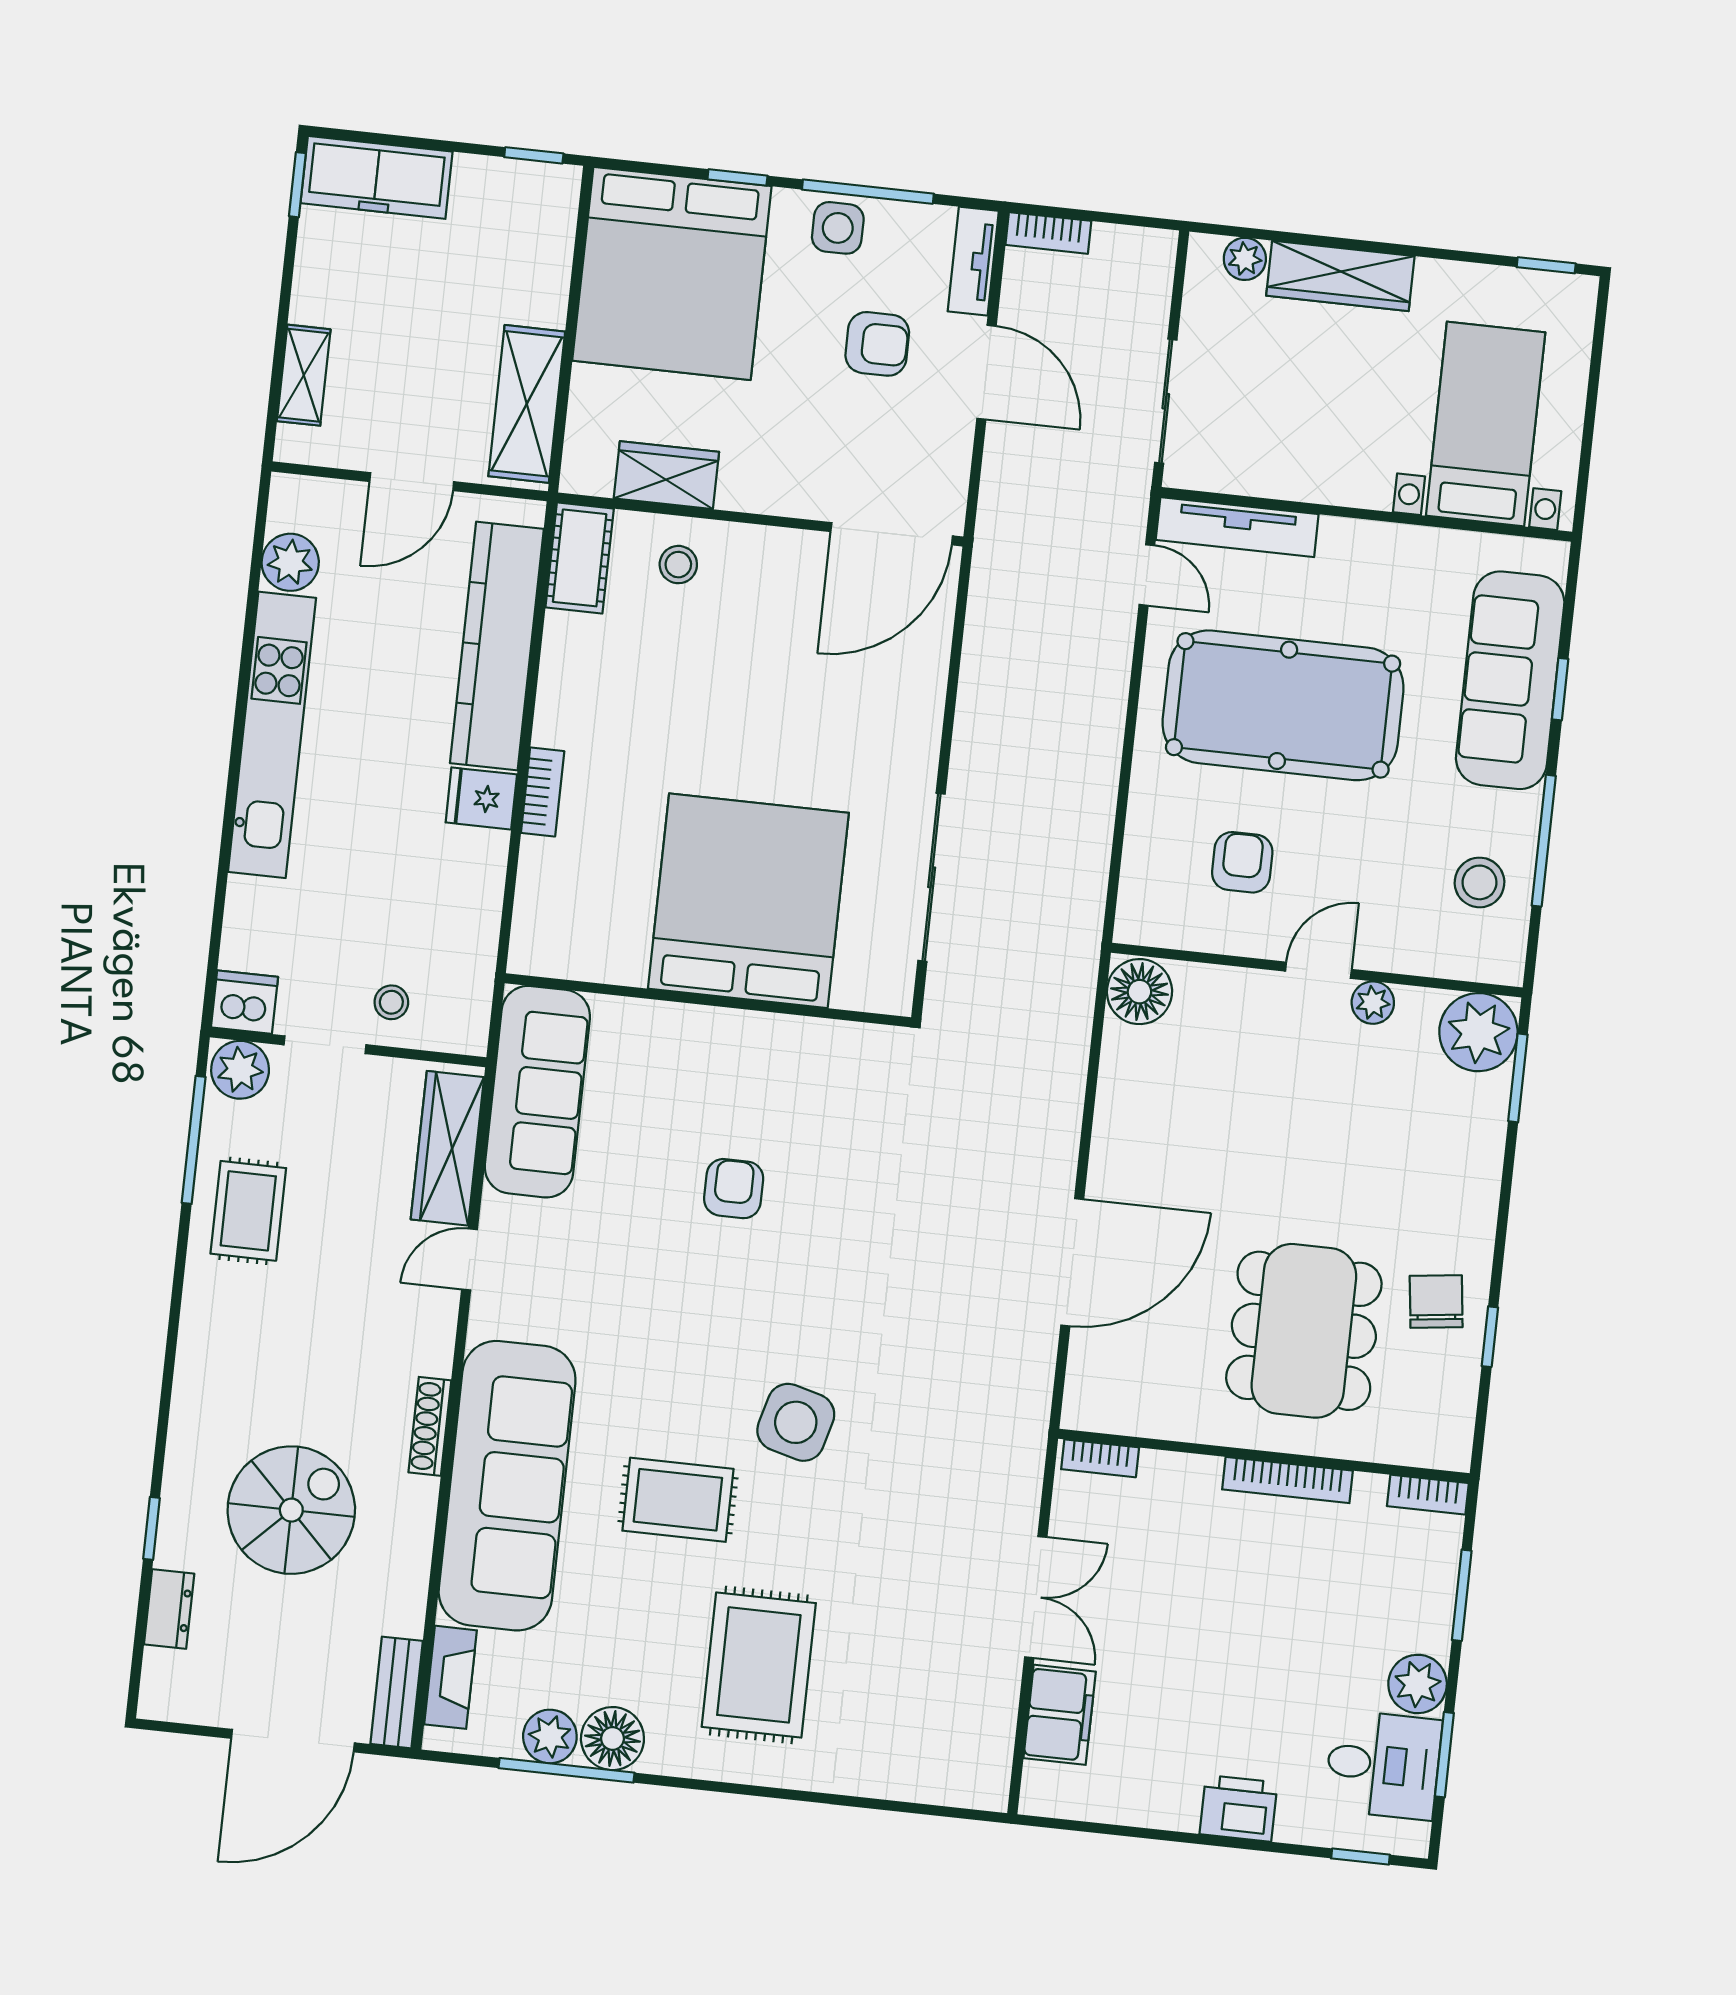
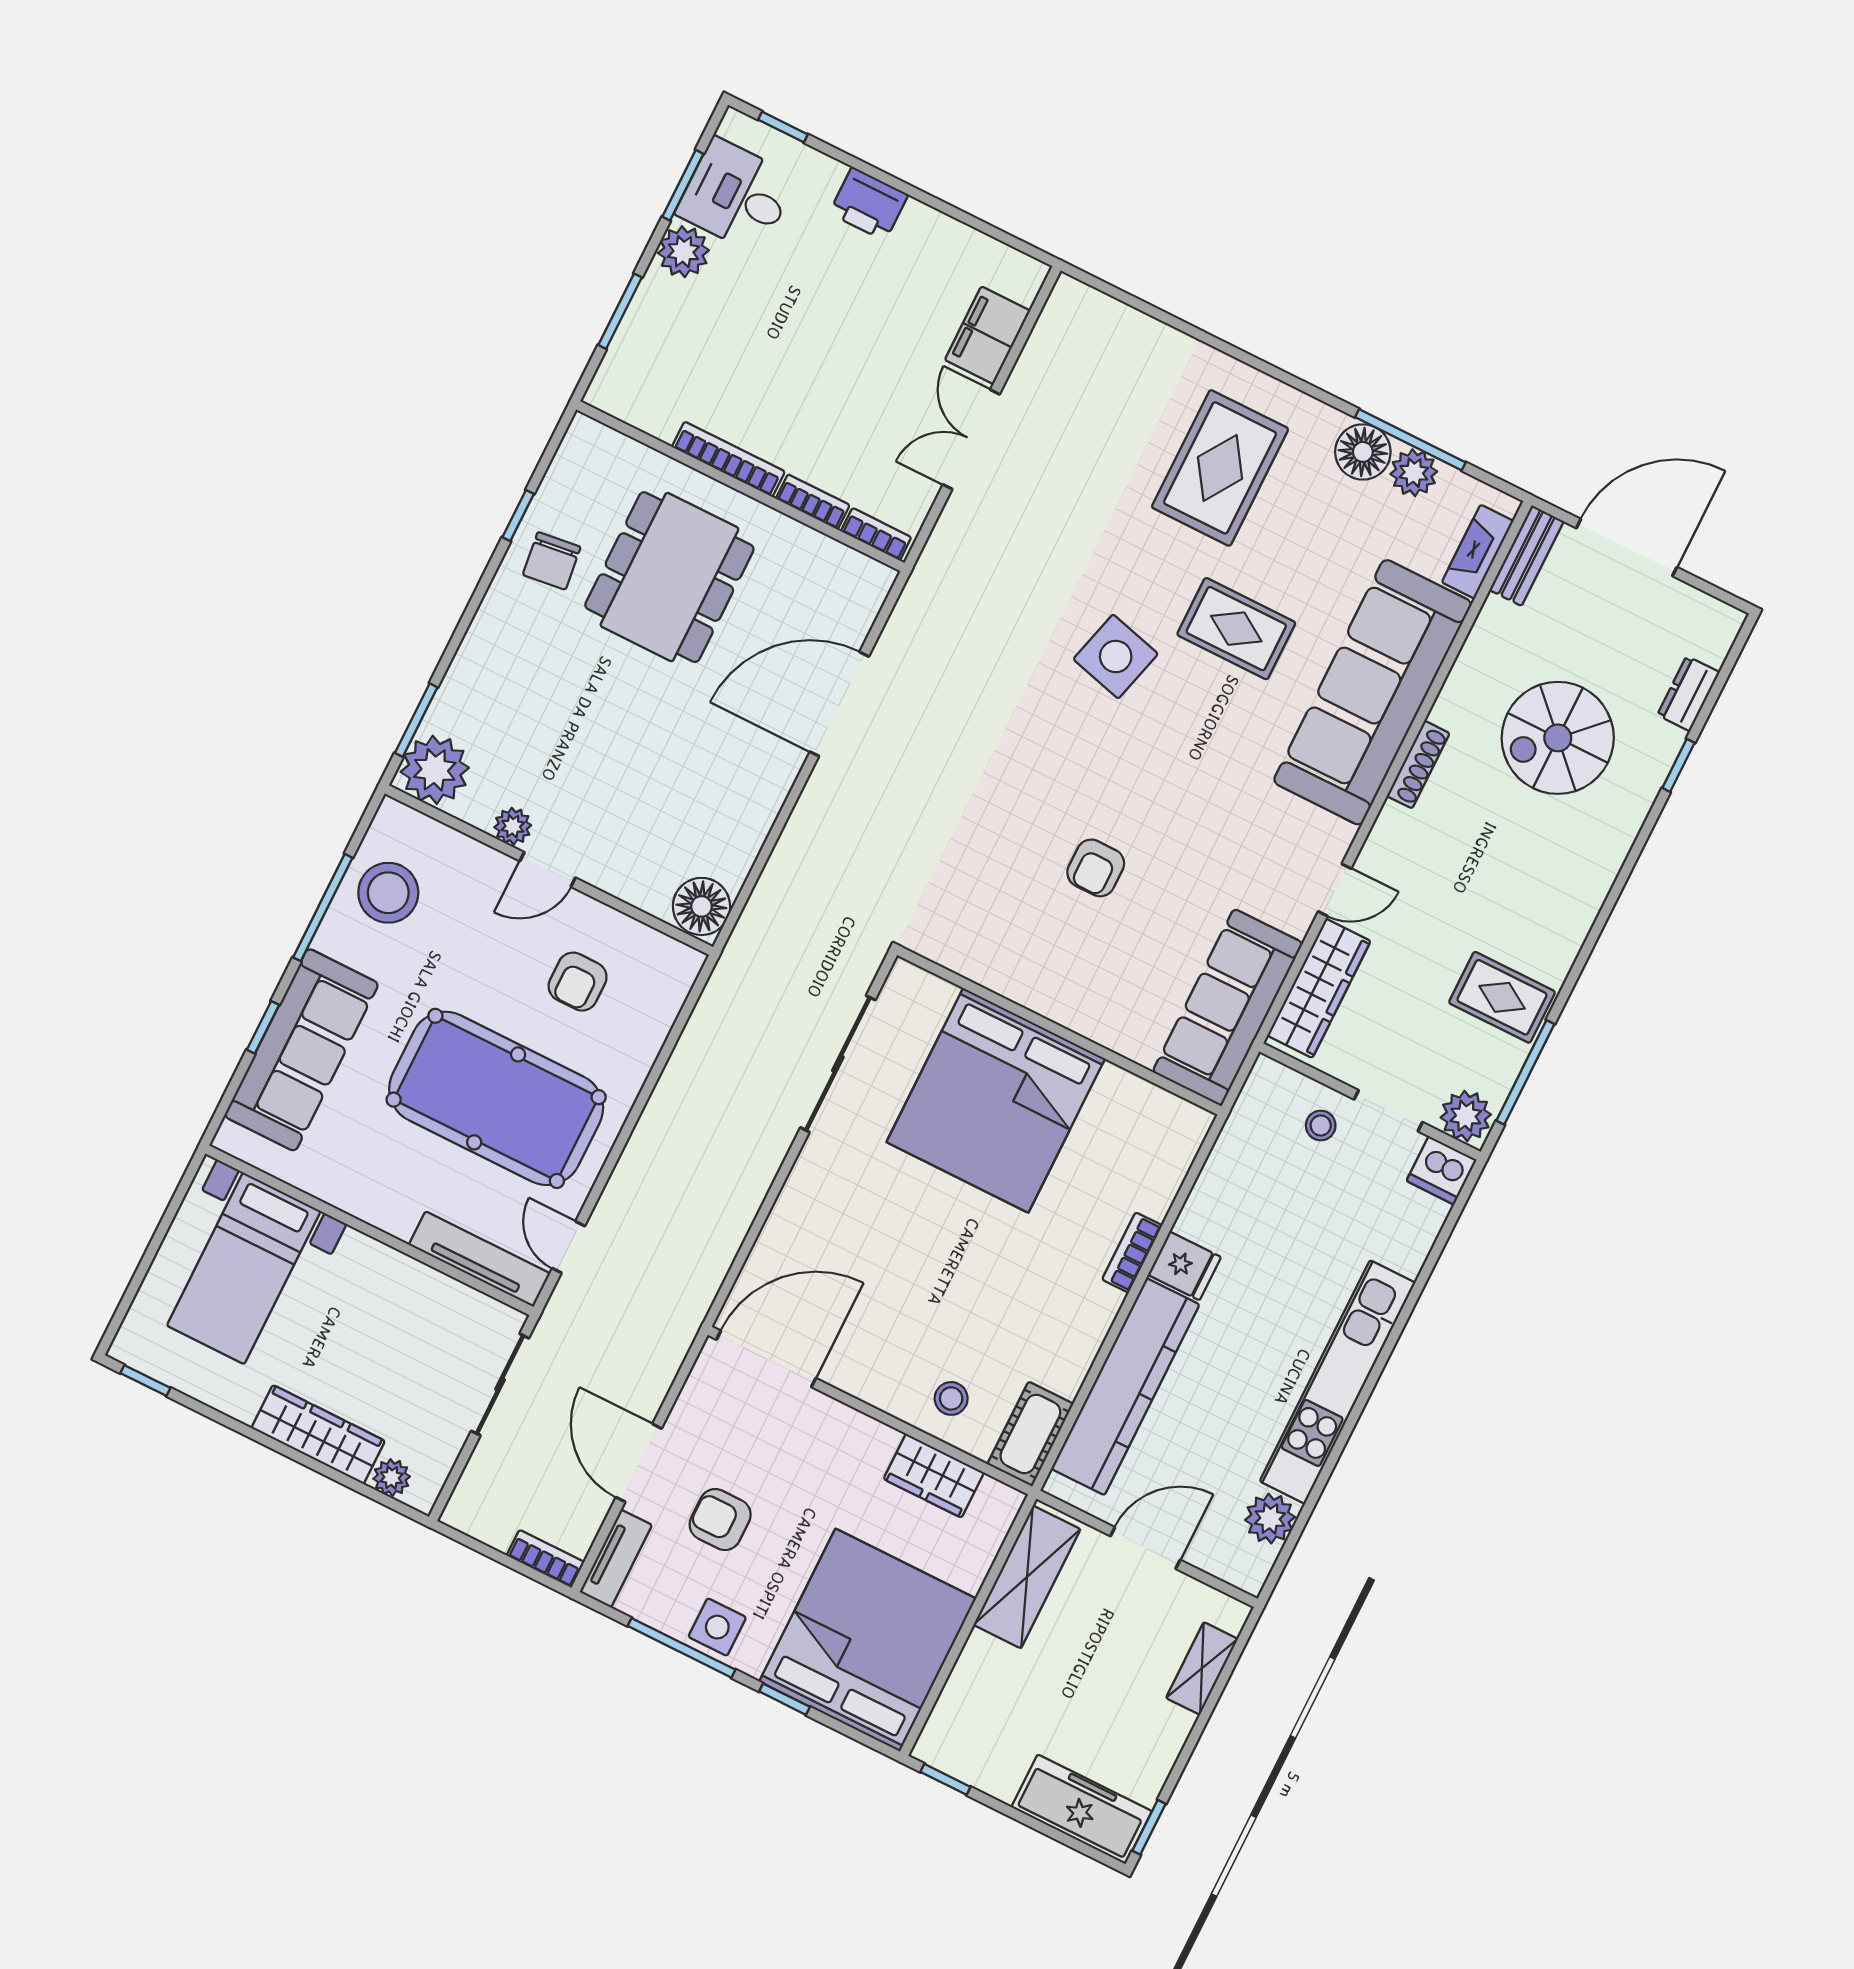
stool: (1480, 882) -> (388, 893), width x1.38, depth x1.38
rug: (248, 1211) -> (1502, 997), turned 90
bookcase: (1428, 1495) -> (813, 502), moved

